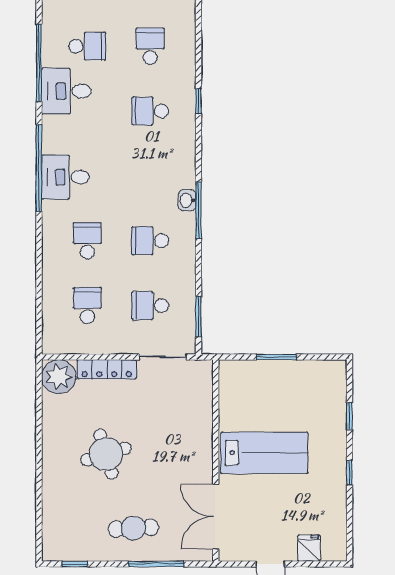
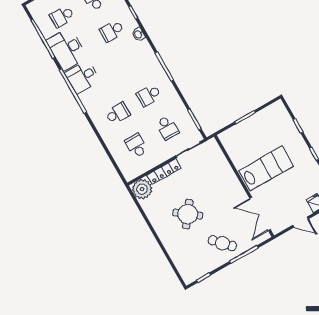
school desk: (87, 46) -> (62, 17), turned 180
desk: (66, 91) -> (67, 49), width x1.37
desk: (65, 177) -> (82, 77), moved
washbasin: (187, 200) -> (138, 34), moved
school desk: (87, 241) -> (118, 113), turned 90
school desk: (150, 306) -> (167, 128), turned -90
round table: (106, 454) -> (188, 214), turned -36
cafe table: (133, 528) -> (222, 243), turned 49

